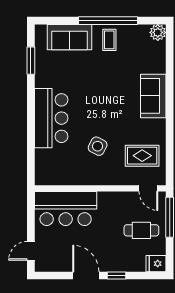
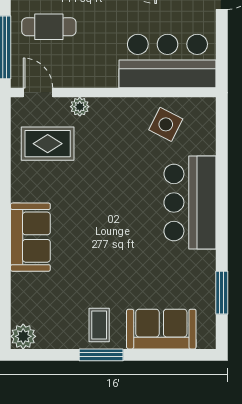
window: (108, 21) -> (101, 355), width x0.47
side table: (98, 146) -> (166, 124), moved
plant: (122, 179) -> (80, 107), added

